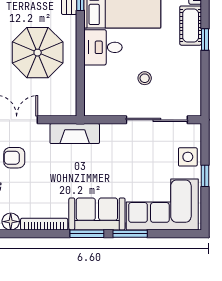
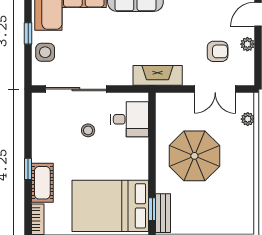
desk: (103, 47) -> (129, 119), moved

